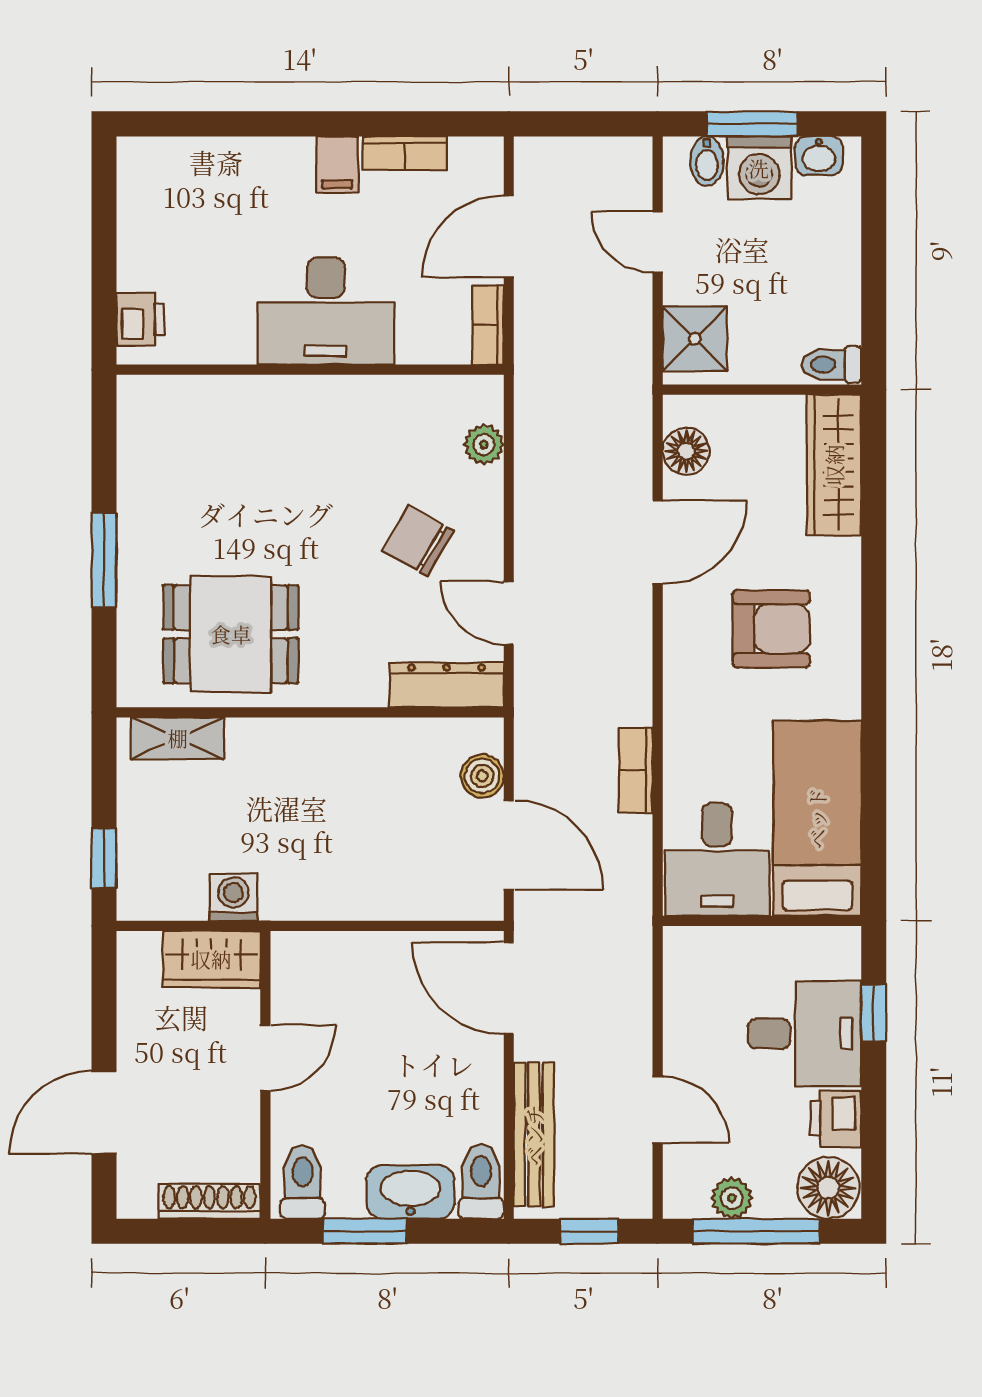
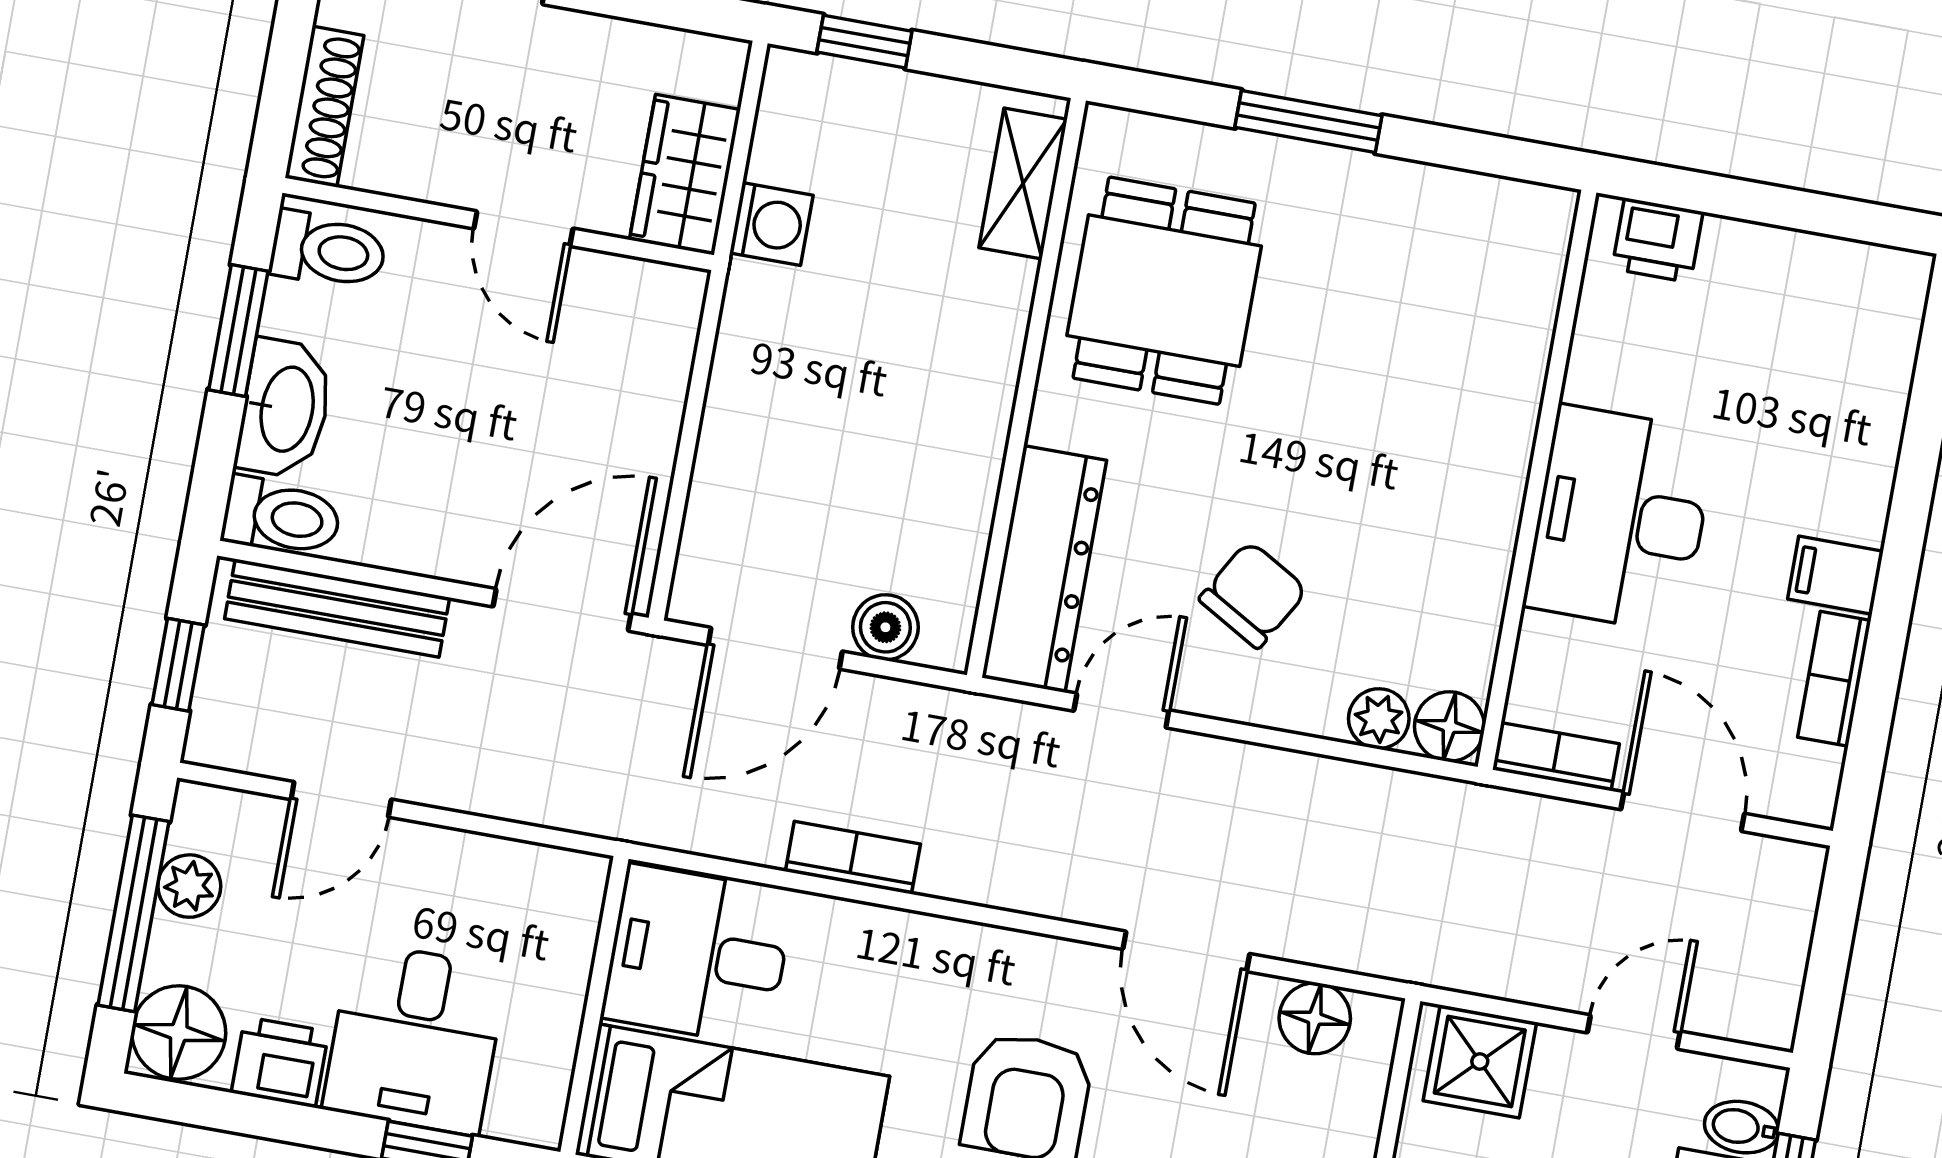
floor lamp: (481, 398) -> (1450, 727), added
dresser: (447, 685) -> (1044, 569), width x1.37, depth x1.24

